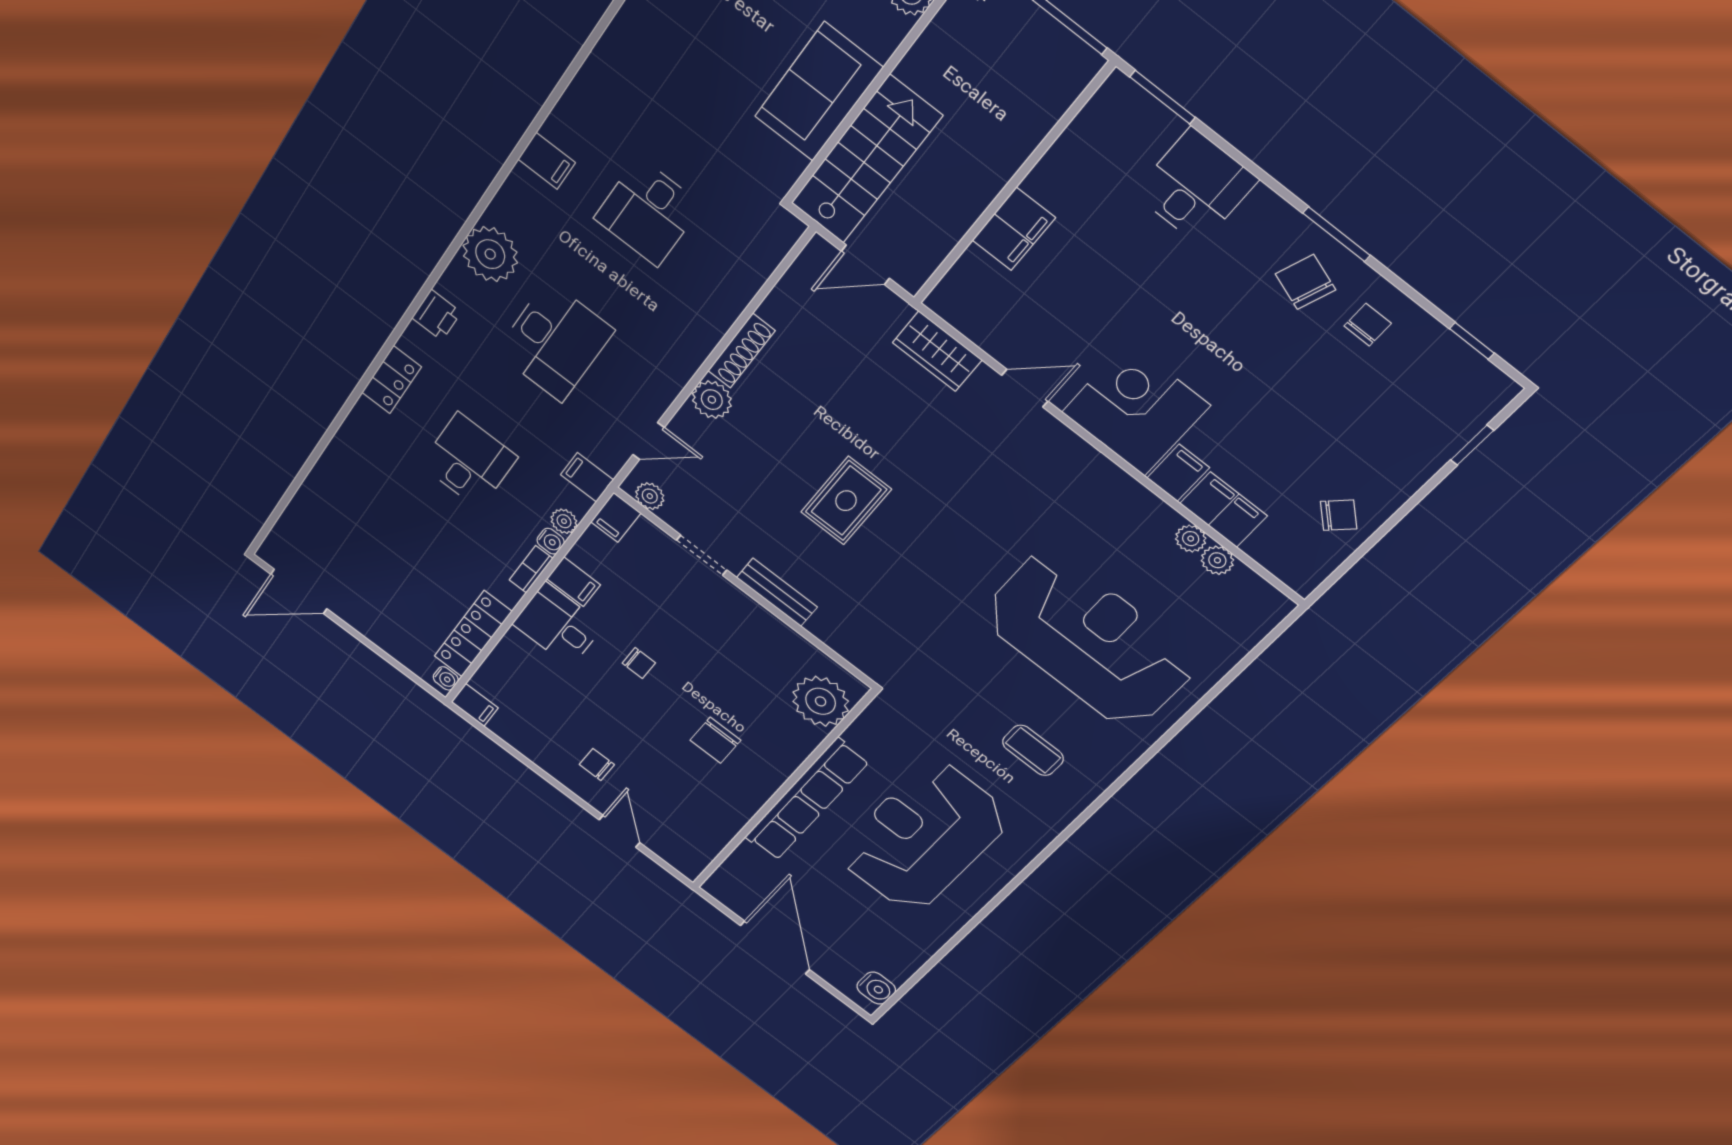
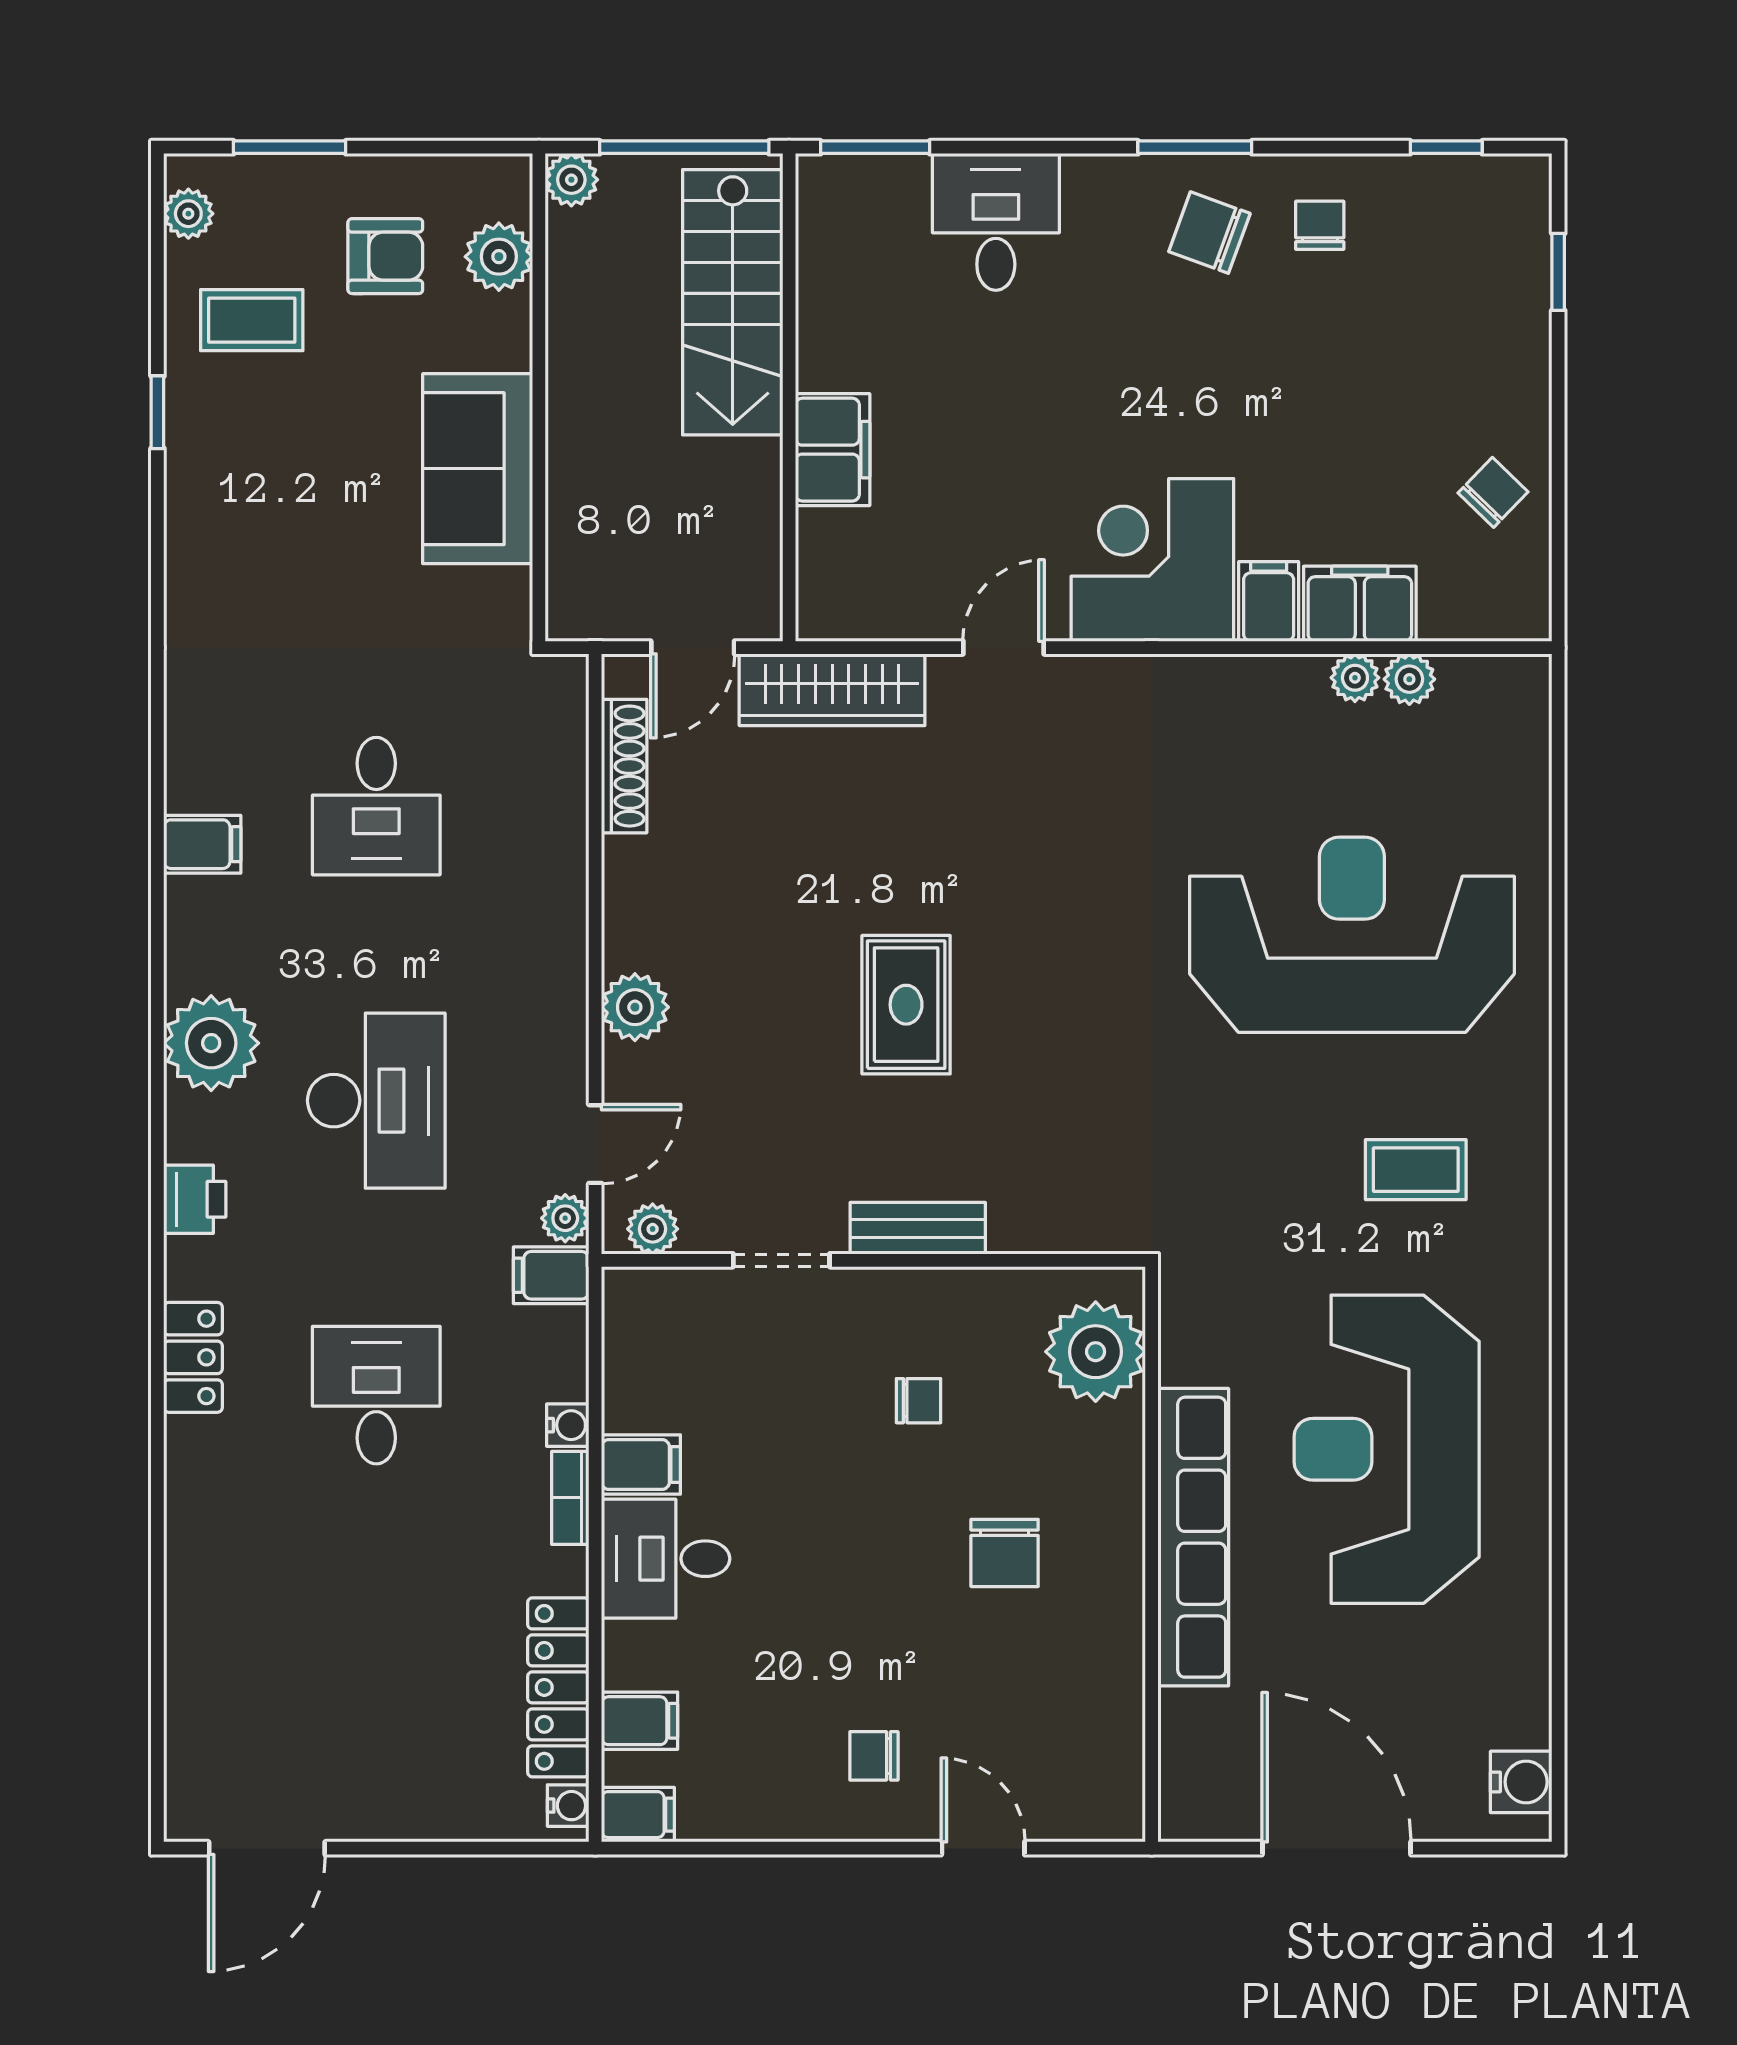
stairs: (866, 160) -> (733, 302), moved, turned 180
shoe rack: (741, 351) -> (624, 766), moved
wardrobe: (937, 351) -> (832, 690), width x1.50
filing cabinet: (616, 517) -> (640, 1721), moved, turned -90
plant: (564, 521) -> (565, 1218), moved
chair: (639, 663) -> (918, 1401), moved

